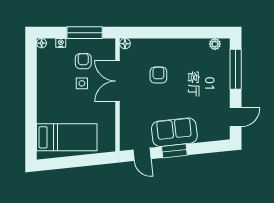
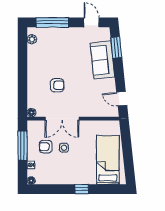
armchair: (158, 75) -> (57, 85), turned 180
window: (31, 105) -> (82, 189), added
sofa: (174, 132) -> (102, 60), moved
window: (174, 151) -> (116, 47), moved
door: (142, 154) -> (122, 99), swing flipped

